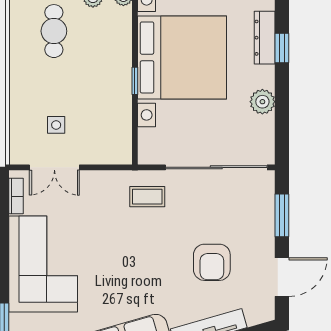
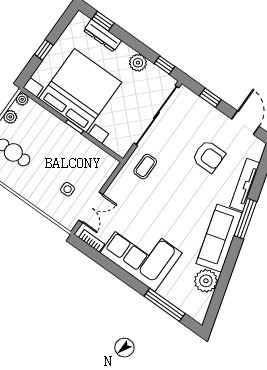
window: (282, 48) -> (103, 21), moved
window: (282, 135) -> (164, 65), added
window: (282, 215) -> (210, 98), width x0.67

